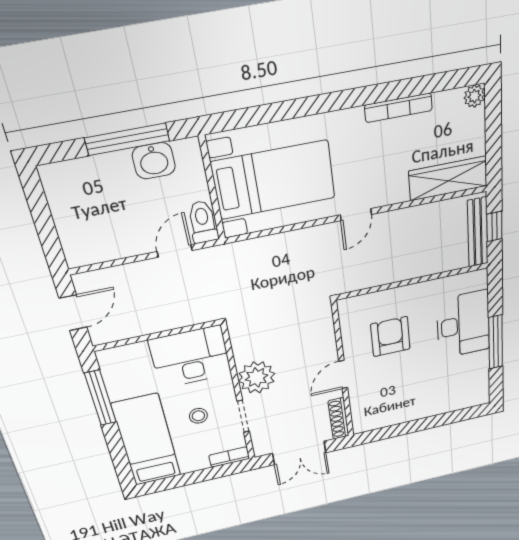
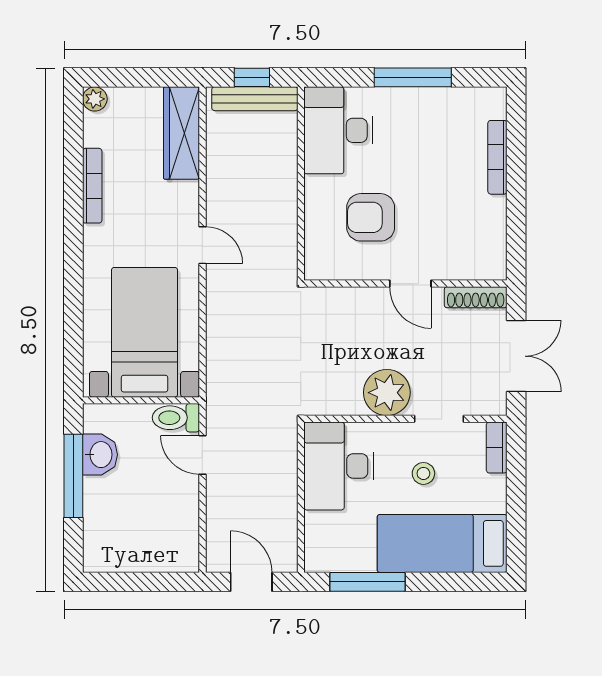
desk: (463, 325) -> (338, 130), moved, turned -90
bookcase: (440, 409) -> (497, 157), added

